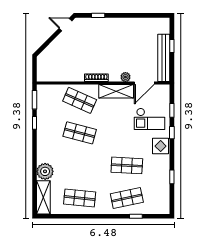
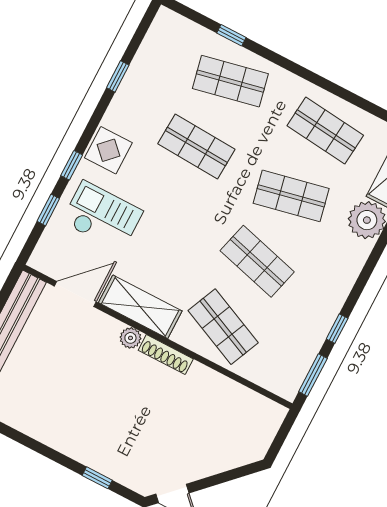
plant: (125, 77) -> (130, 338), moved
shop shelf: (80, 165) -> (291, 196), added

